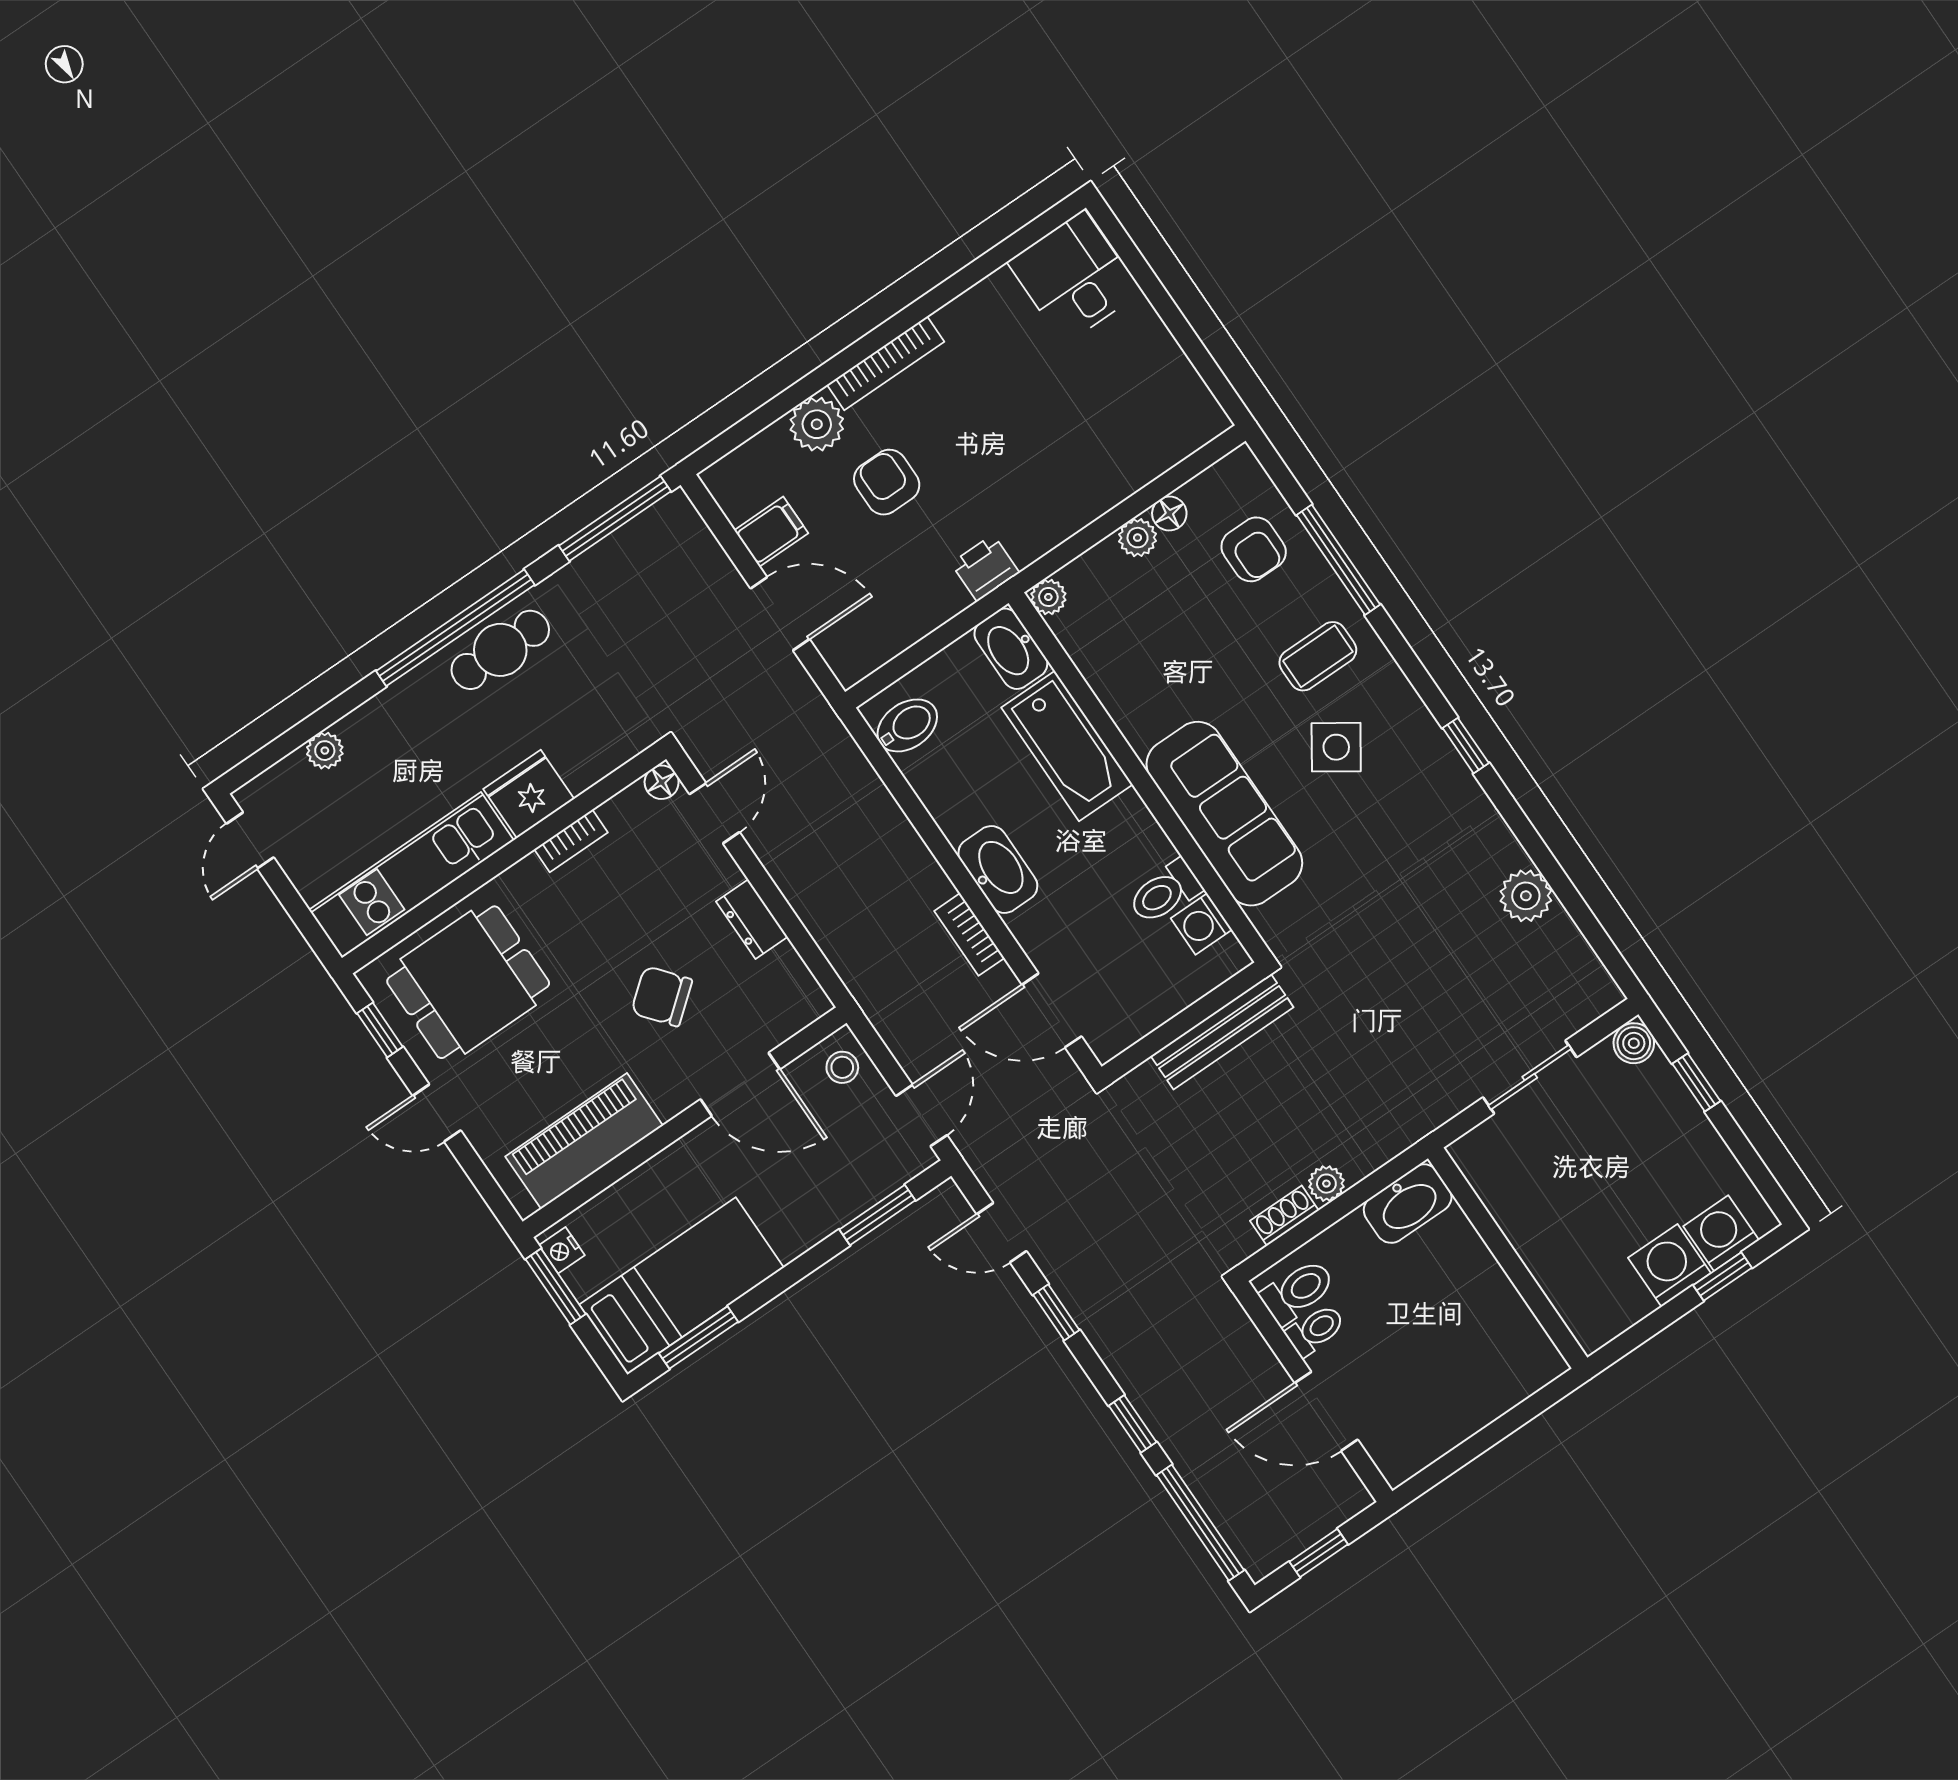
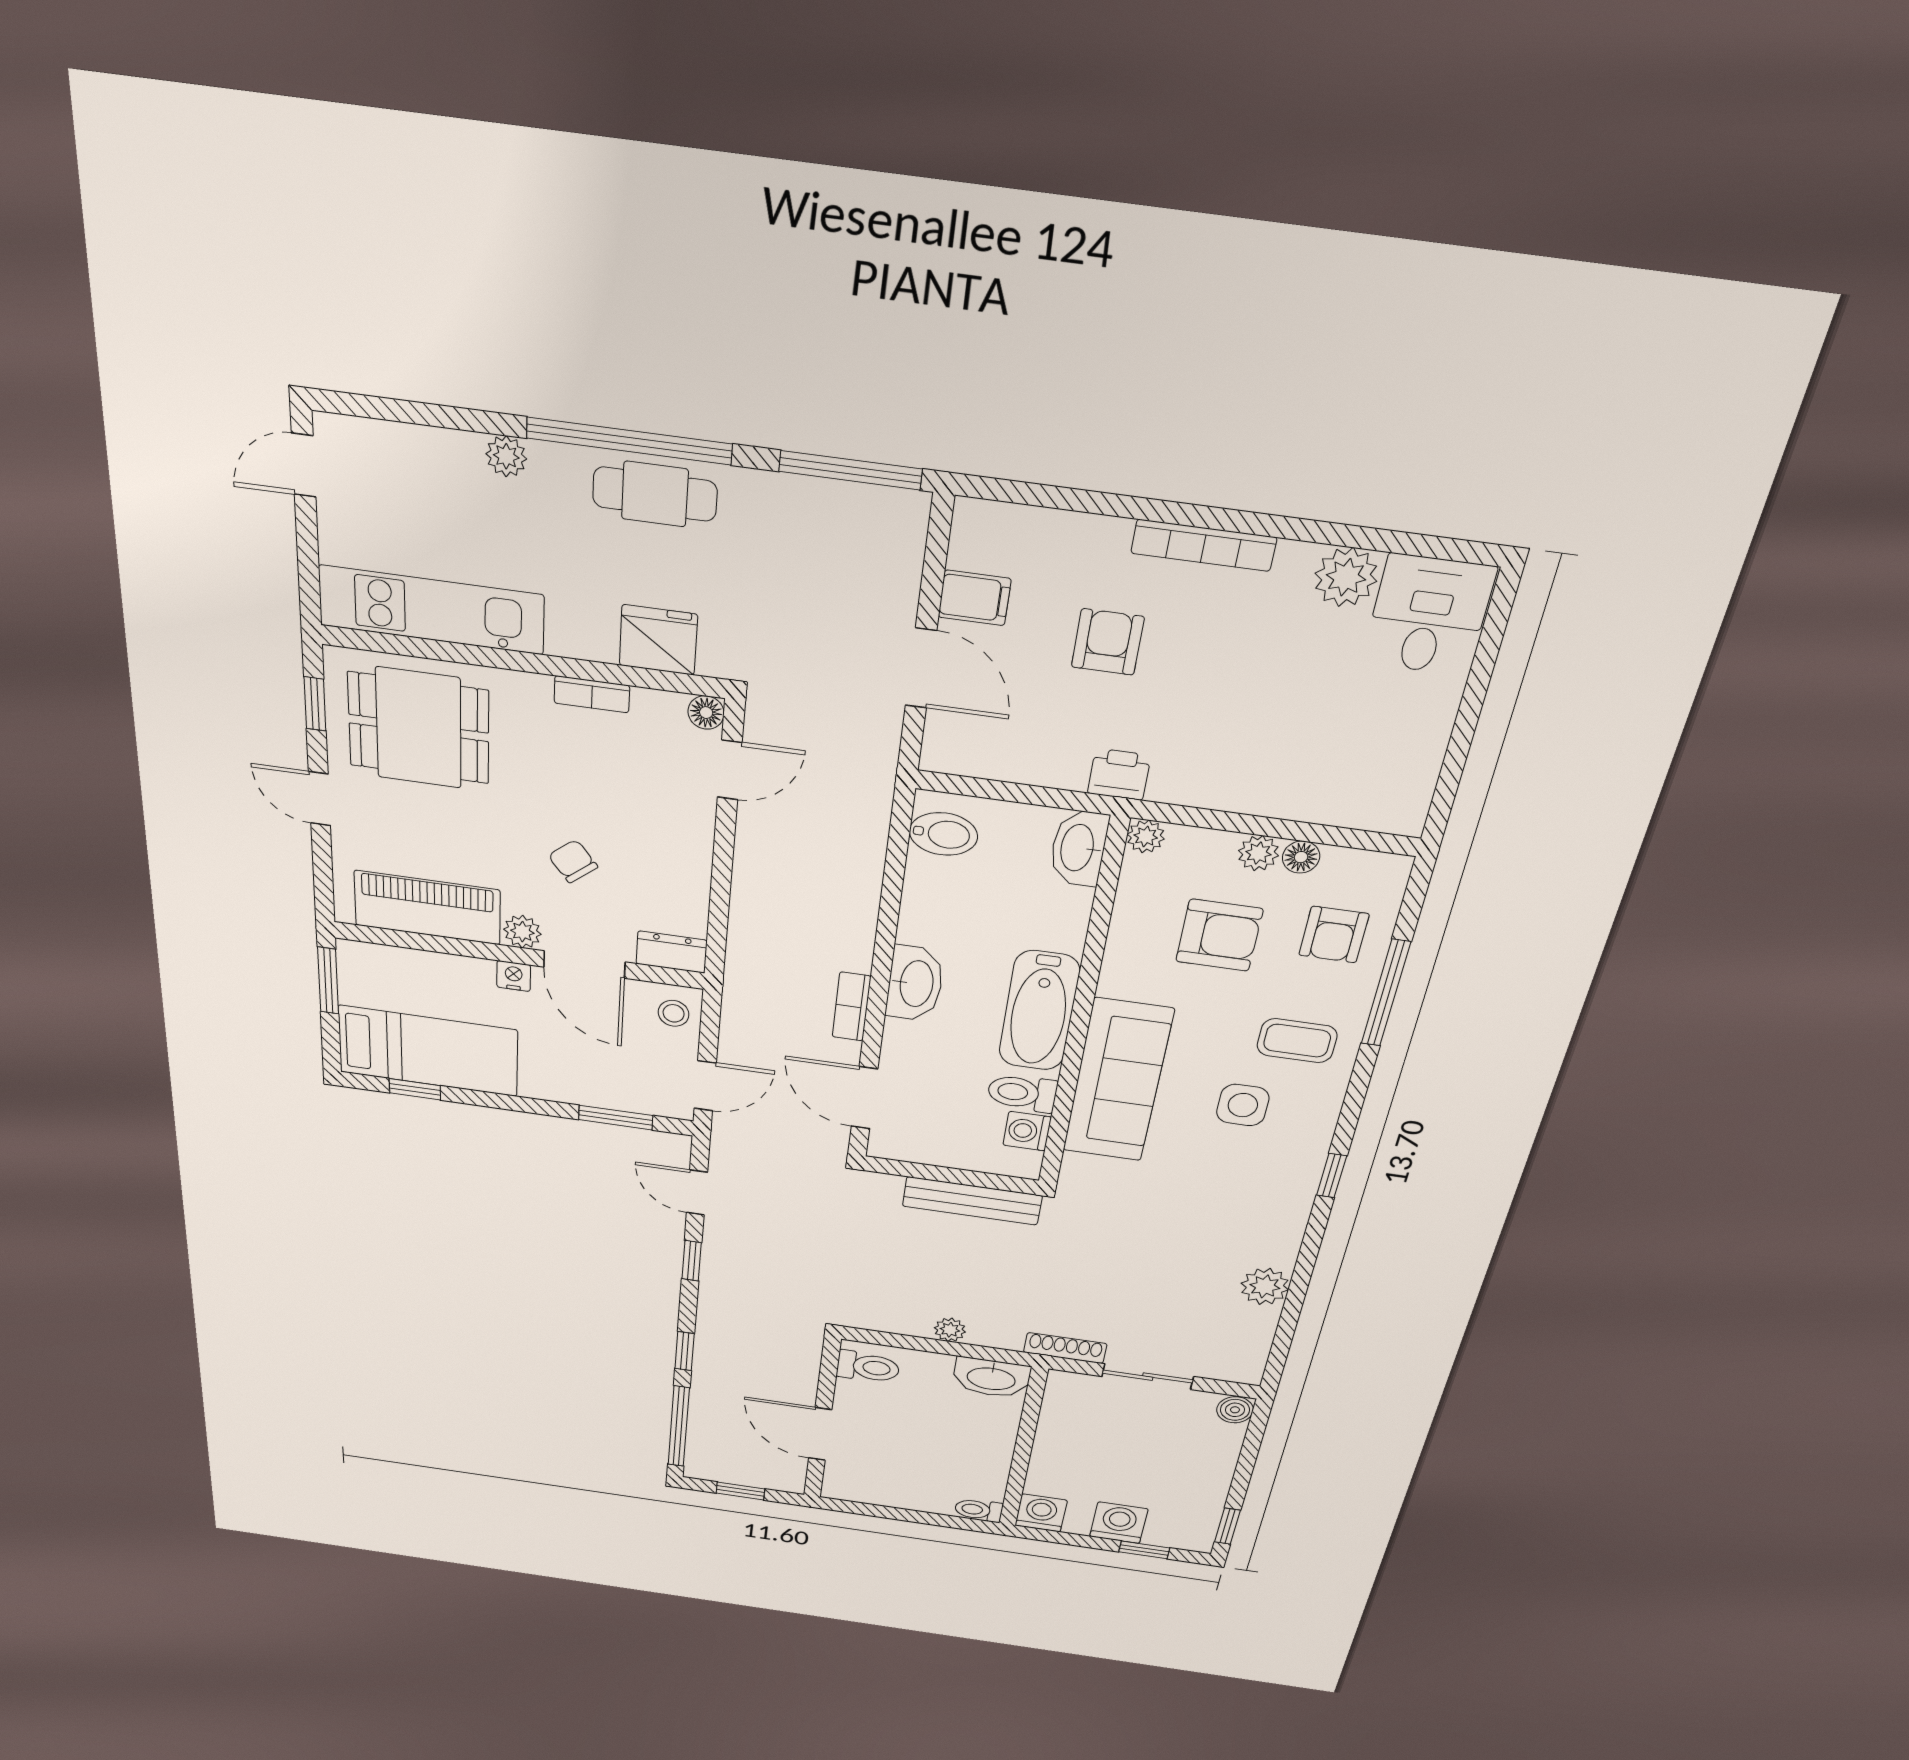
plant: (817, 424) -> (1346, 577), moved
armchair: (1175, 625) -> (1219, 935), added
bathtub: (1067, 746) -> (1039, 1011), moved
side table: (1336, 747) -> (1243, 1105), turned -34
plant: (325, 751) -> (506, 456), moved
fridge: (529, 794) -> (658, 640), moved
dresser: (752, 919) -> (671, 952), moved, turned 90
chair: (662, 996) -> (573, 861), width x0.73, depth x0.73
window: (1696, 1082) -> (1227, 1526), moved
plant: (671, 1097) -> (522, 932), added
shoe rack: (1284, 1216) -> (1065, 1348), moved, width x1.43
washing machine: (1721, 1233) -> (1041, 1513), moved
nightstand: (562, 1250) -> (514, 976), moved, turned 90
toilet: (1315, 1330) -> (979, 1510), moved, turned 180
window: (698, 1337) -> (415, 1089), width x0.67

